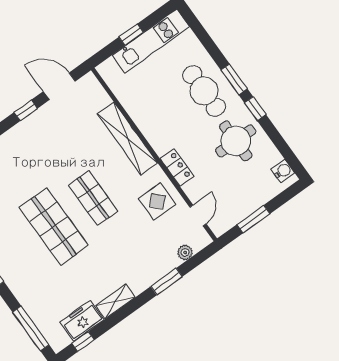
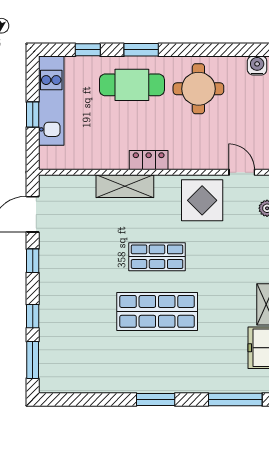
window: (255, 109) -> (88, 50), moved
shelving: (127, 138) -> (125, 186), width x0.68
locker: (177, 167) -> (149, 160), moved
display table: (157, 201) -> (202, 200), width x1.36, depth x1.36

